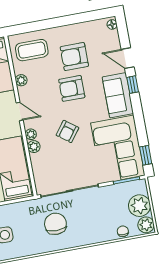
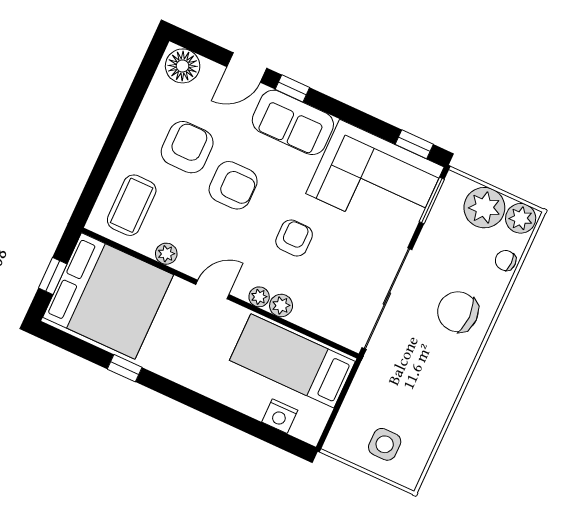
floor lamp: (112, 24) -> (183, 66), width x1.89, depth x1.89
armchair: (74, 57) -> (187, 147), turned 180
armchair: (72, 88) -> (233, 185), turned -90
armchair: (67, 131) -> (294, 238), turned -127
chair: (55, 224) -> (458, 312), moved

